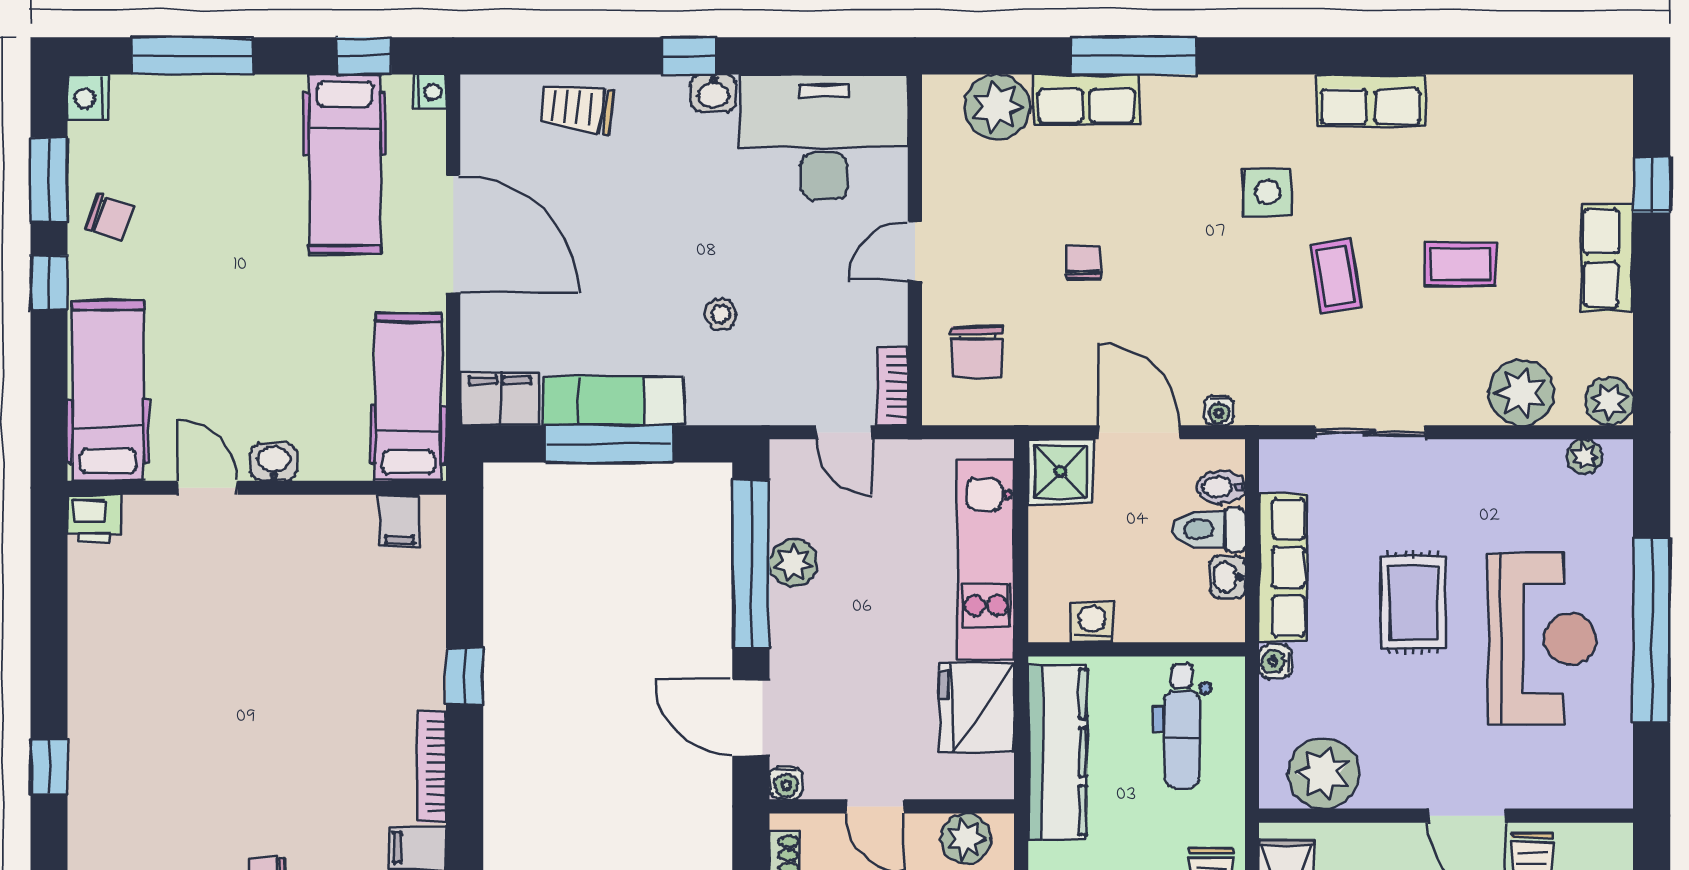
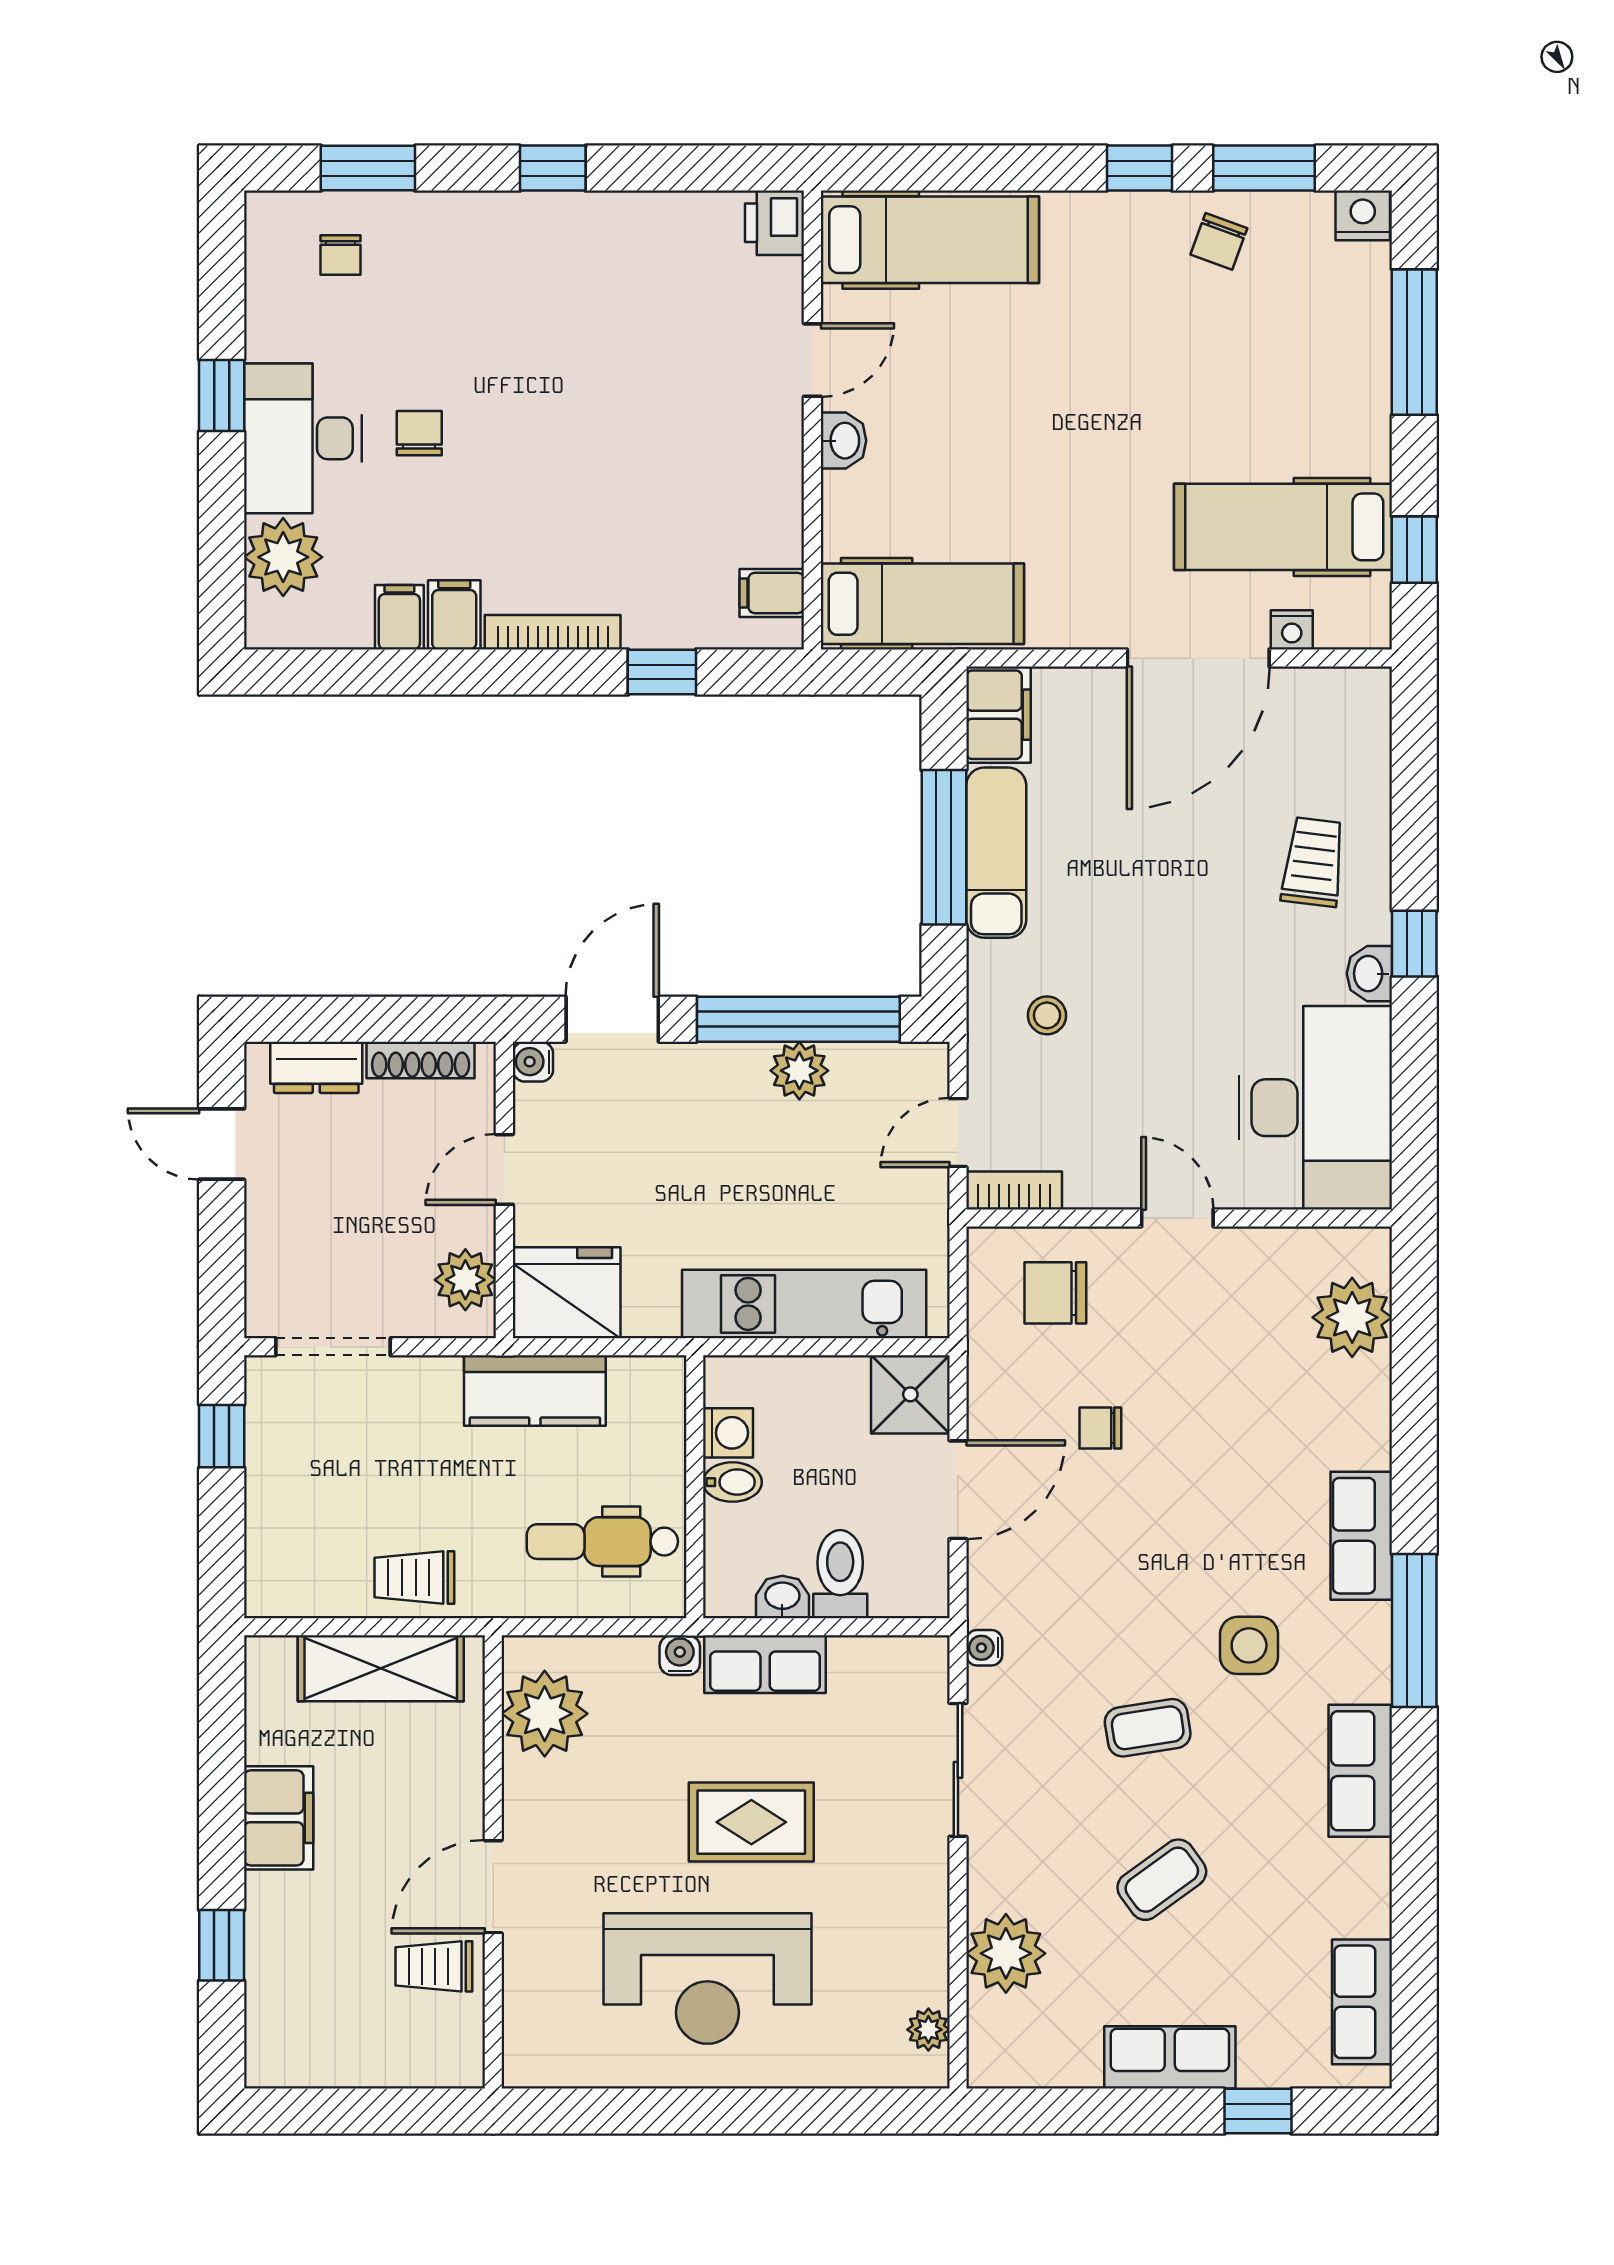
window: (1133, 56) -> (1414, 1631), moved
nightstand: (430, 92) -> (1292, 630), moved
row of seats: (1561, 99) -> (1362, 2002), added
row of seats: (1086, 100) -> (1361, 1536), moved
trolley: (577, 108) -> (1313, 862), moved
chair: (1083, 263) -> (1100, 1428), moved, turned 180
coffee table: (1461, 264) -> (1162, 1880), turned 54
stool: (721, 314) -> (1047, 1015), moved
hospital bed: (108, 391) -> (930, 240), moved
hospital bed: (408, 397) -> (922, 604), moved
plant: (1609, 401) -> (995, 2060), removed
water cooler: (1219, 411) -> (984, 1648), moved
washbasin: (274, 462) -> (844, 441), moved
bidet: (1221, 487) -> (732, 1482), moved, turned 90
door: (207, 488) -> (812, 360), moved
wall: (257, 488) -> (812, 420), moved
printer: (94, 519) -> (775, 223), moved
filing cabinet: (399, 521) -> (772, 593), moved
row of seats: (1283, 567) -> (765, 1664), width x0.68
window: (1652, 630) -> (718, 2111), removed
fridge: (977, 708) -> (567, 1293), moved
kitchen counter: (1057, 752) -> (535, 1391), width x0.67

